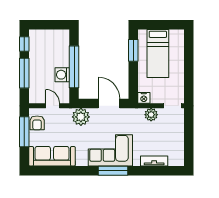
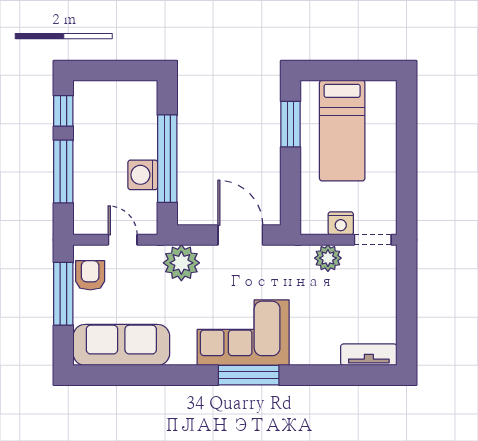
nightstand: (144, 98) -> (341, 223), moved
armchair: (37, 123) -> (90, 275), turned 180
tv unit: (154, 161) -> (369, 355), moved

